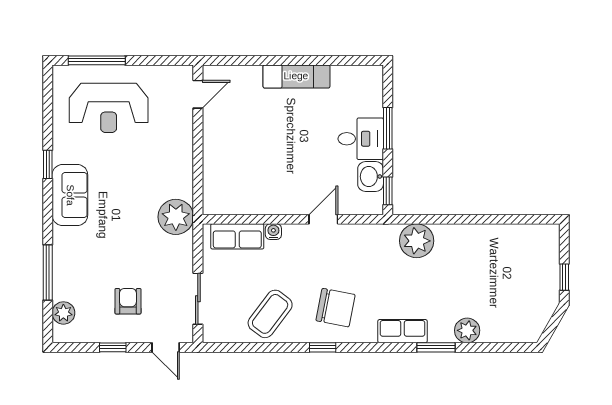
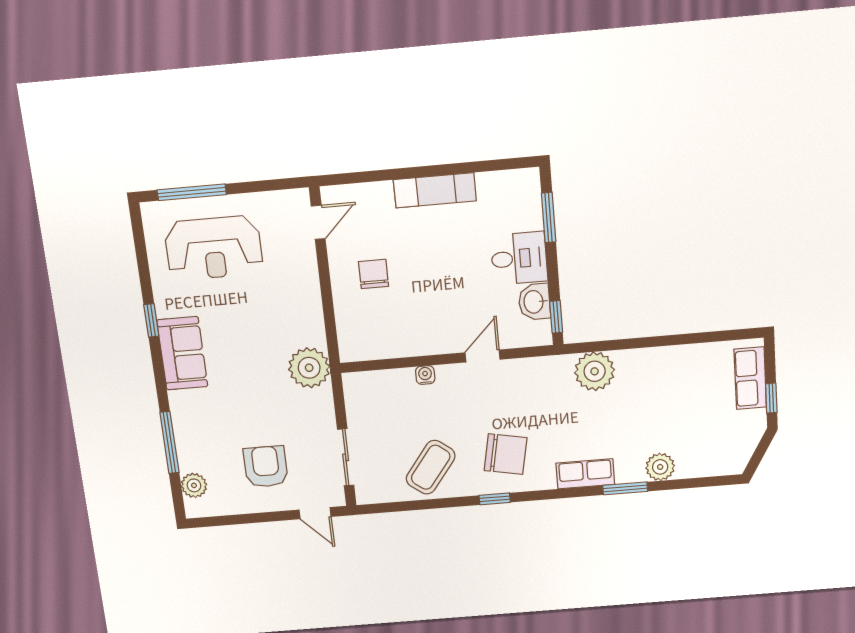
window: (388, 128) -> (549, 218), moved
chair: (239, 141) -> (373, 274), added
row of seats: (237, 236) -> (750, 378), moved, turned 90
armchair: (128, 301) -> (266, 467), width x1.38, depth x1.38
window: (113, 347) -> (255, 518), removed

